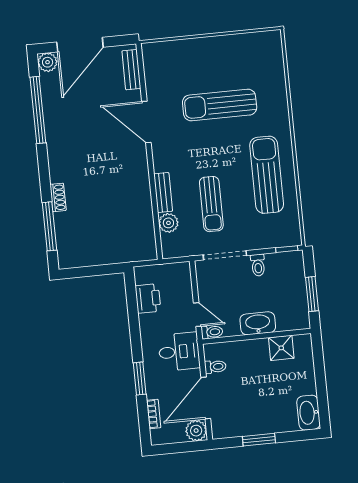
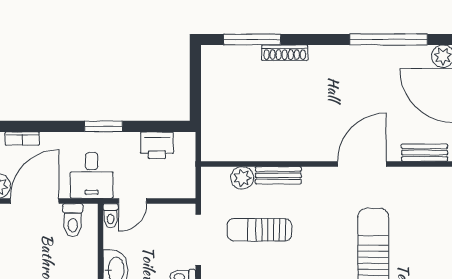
shoe rack: (58, 197) -> (285, 53), width x1.43
toilet: (215, 367) -> (73, 220), width x1.37, depth x1.39
window: (140, 378) -> (103, 126), moved
door: (206, 398) -> (35, 201), hinge flipped

